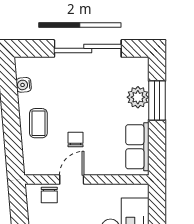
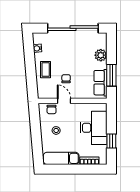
sliding door: (88, 48) -> (73, 28), width x1.36
window: (157, 100) -> (111, 75), moved
door: (72, 180) -> (64, 101), hinge flipped

